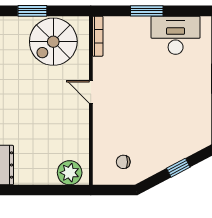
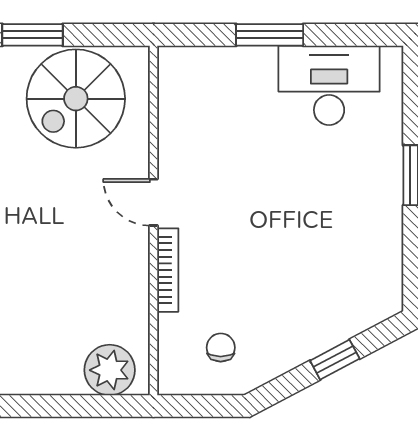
bookcase: (98, 36) -> (168, 270), moved
chair: (123, 162) -> (221, 348), turned 90

